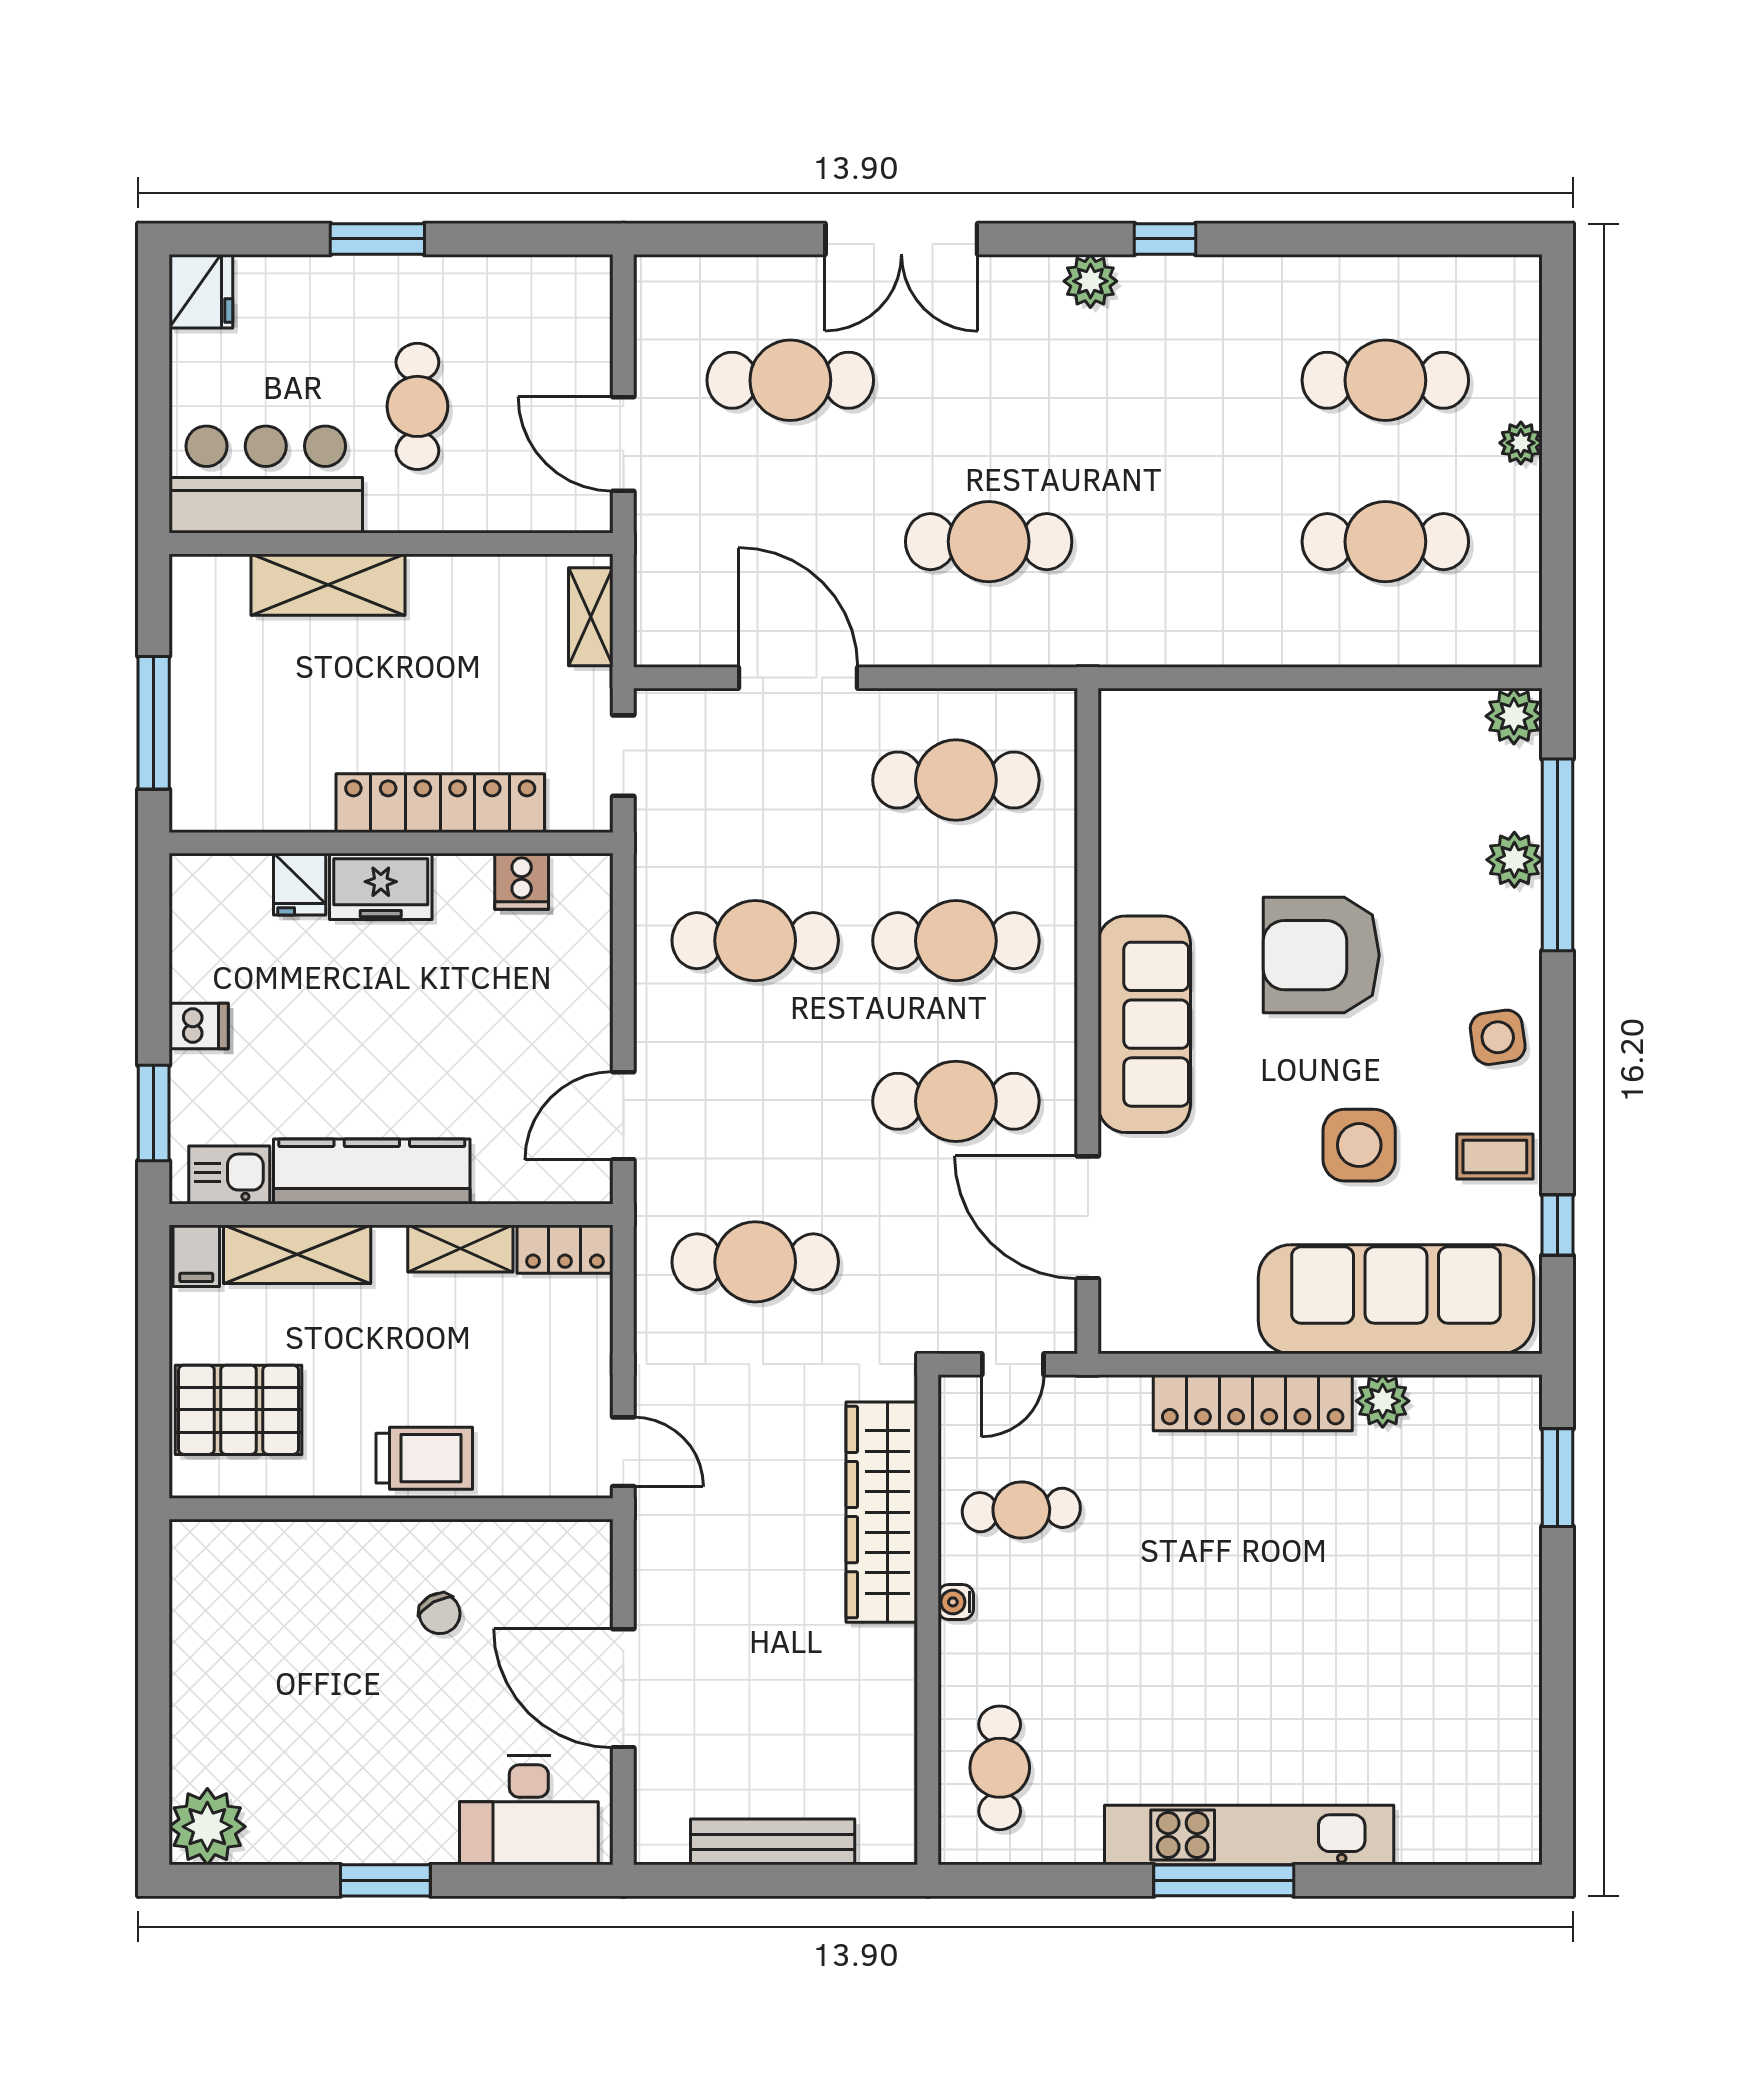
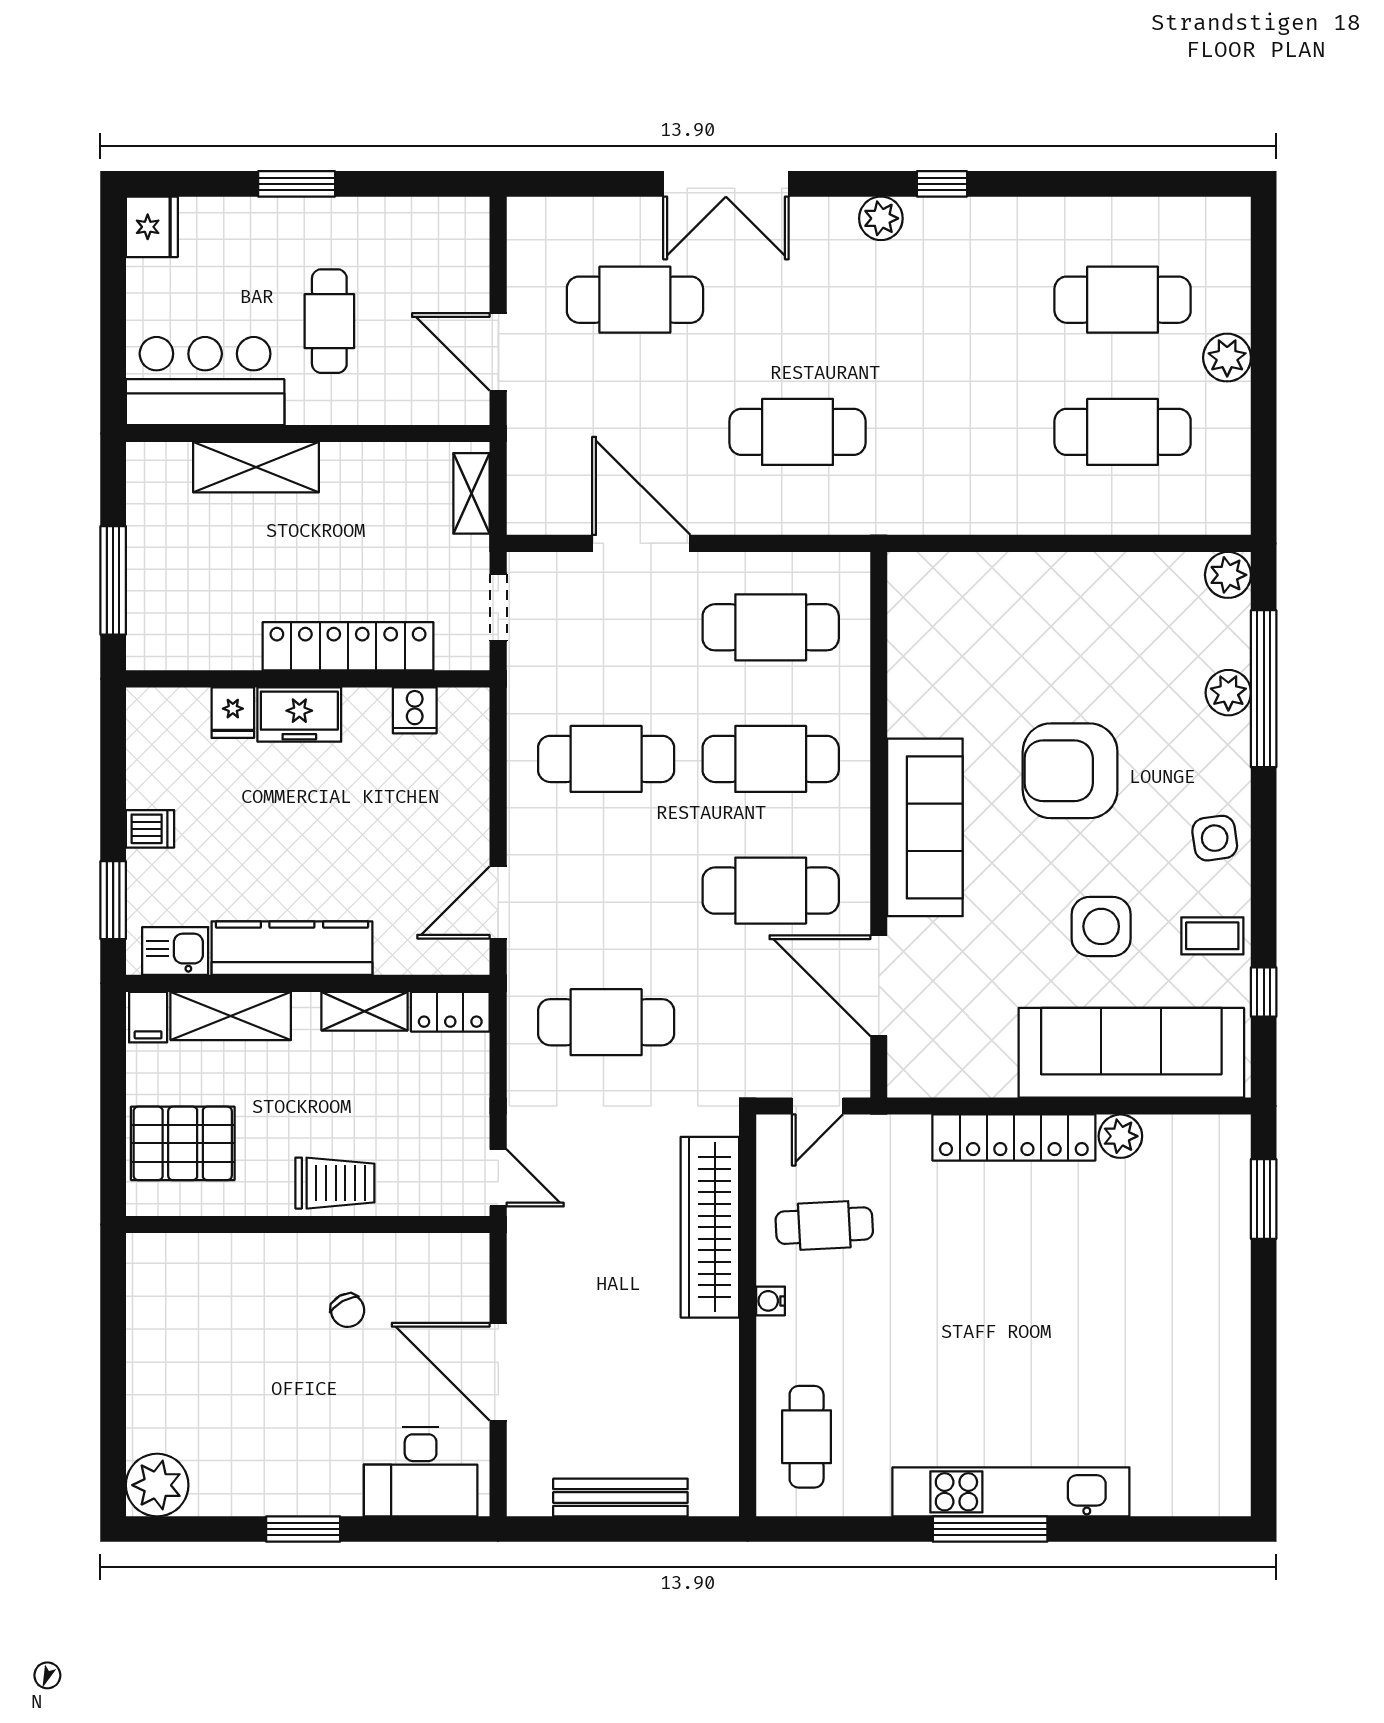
plant: (1521, 443) -> (1227, 358), width x1.38, depth x1.38

